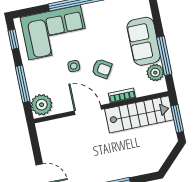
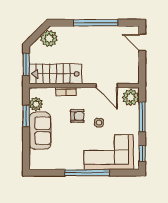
window: (164, 56) -> (26, 116), width x0.69
armchair: (102, 69) -> (77, 116), turned 148
door: (88, 110) -> (107, 86), moved
plant: (156, 156) -> (49, 38), added

